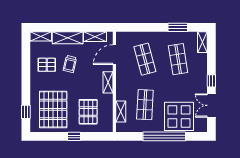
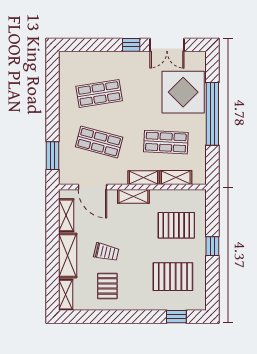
window: (178, 27) -> (52, 156), moved
shelving: (202, 42) -> (144, 178), moved
shop shelf: (145, 59) -> (99, 142), turned 30
pallet: (53, 109) -> (173, 277), width x0.73, depth x0.71

